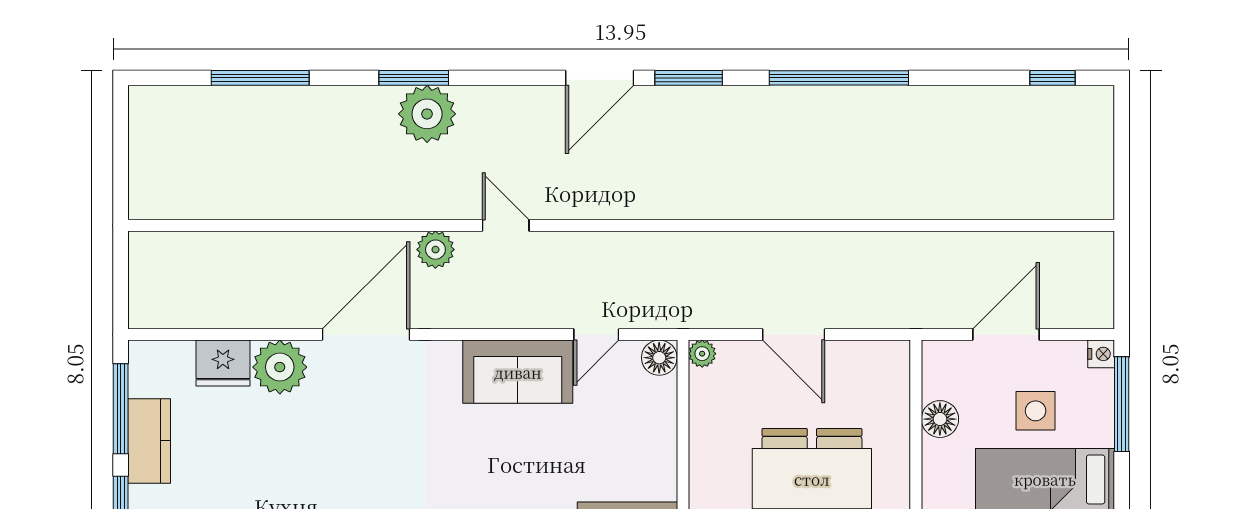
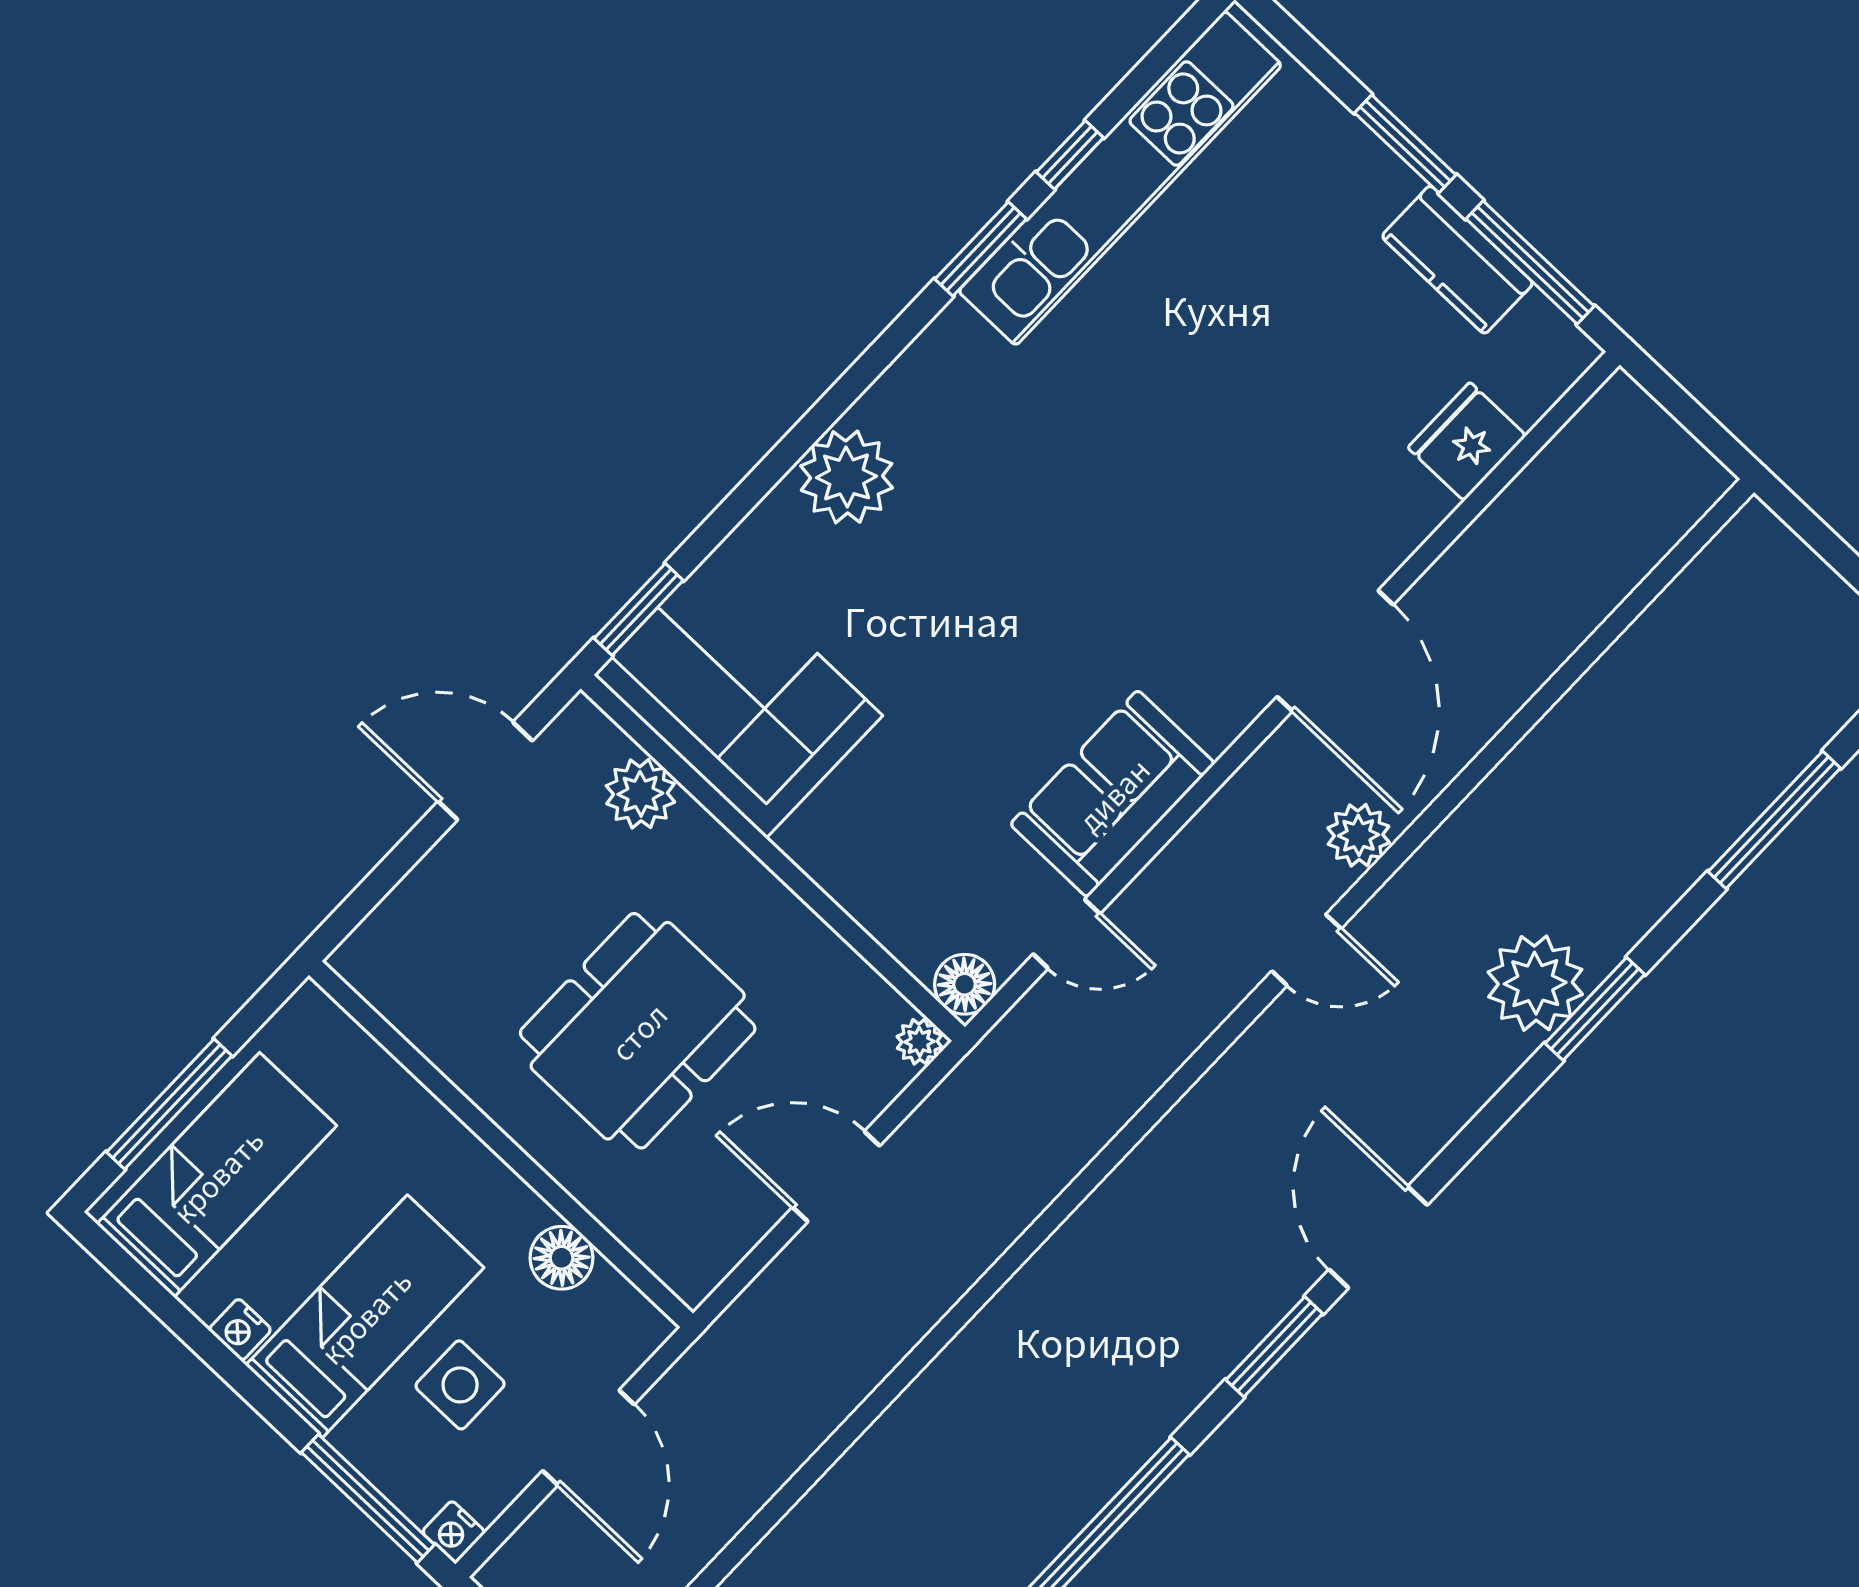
door: (596, 335) -> (1066, 934), swing flipped
plant: (280, 367) -> (1396, 507), removed

